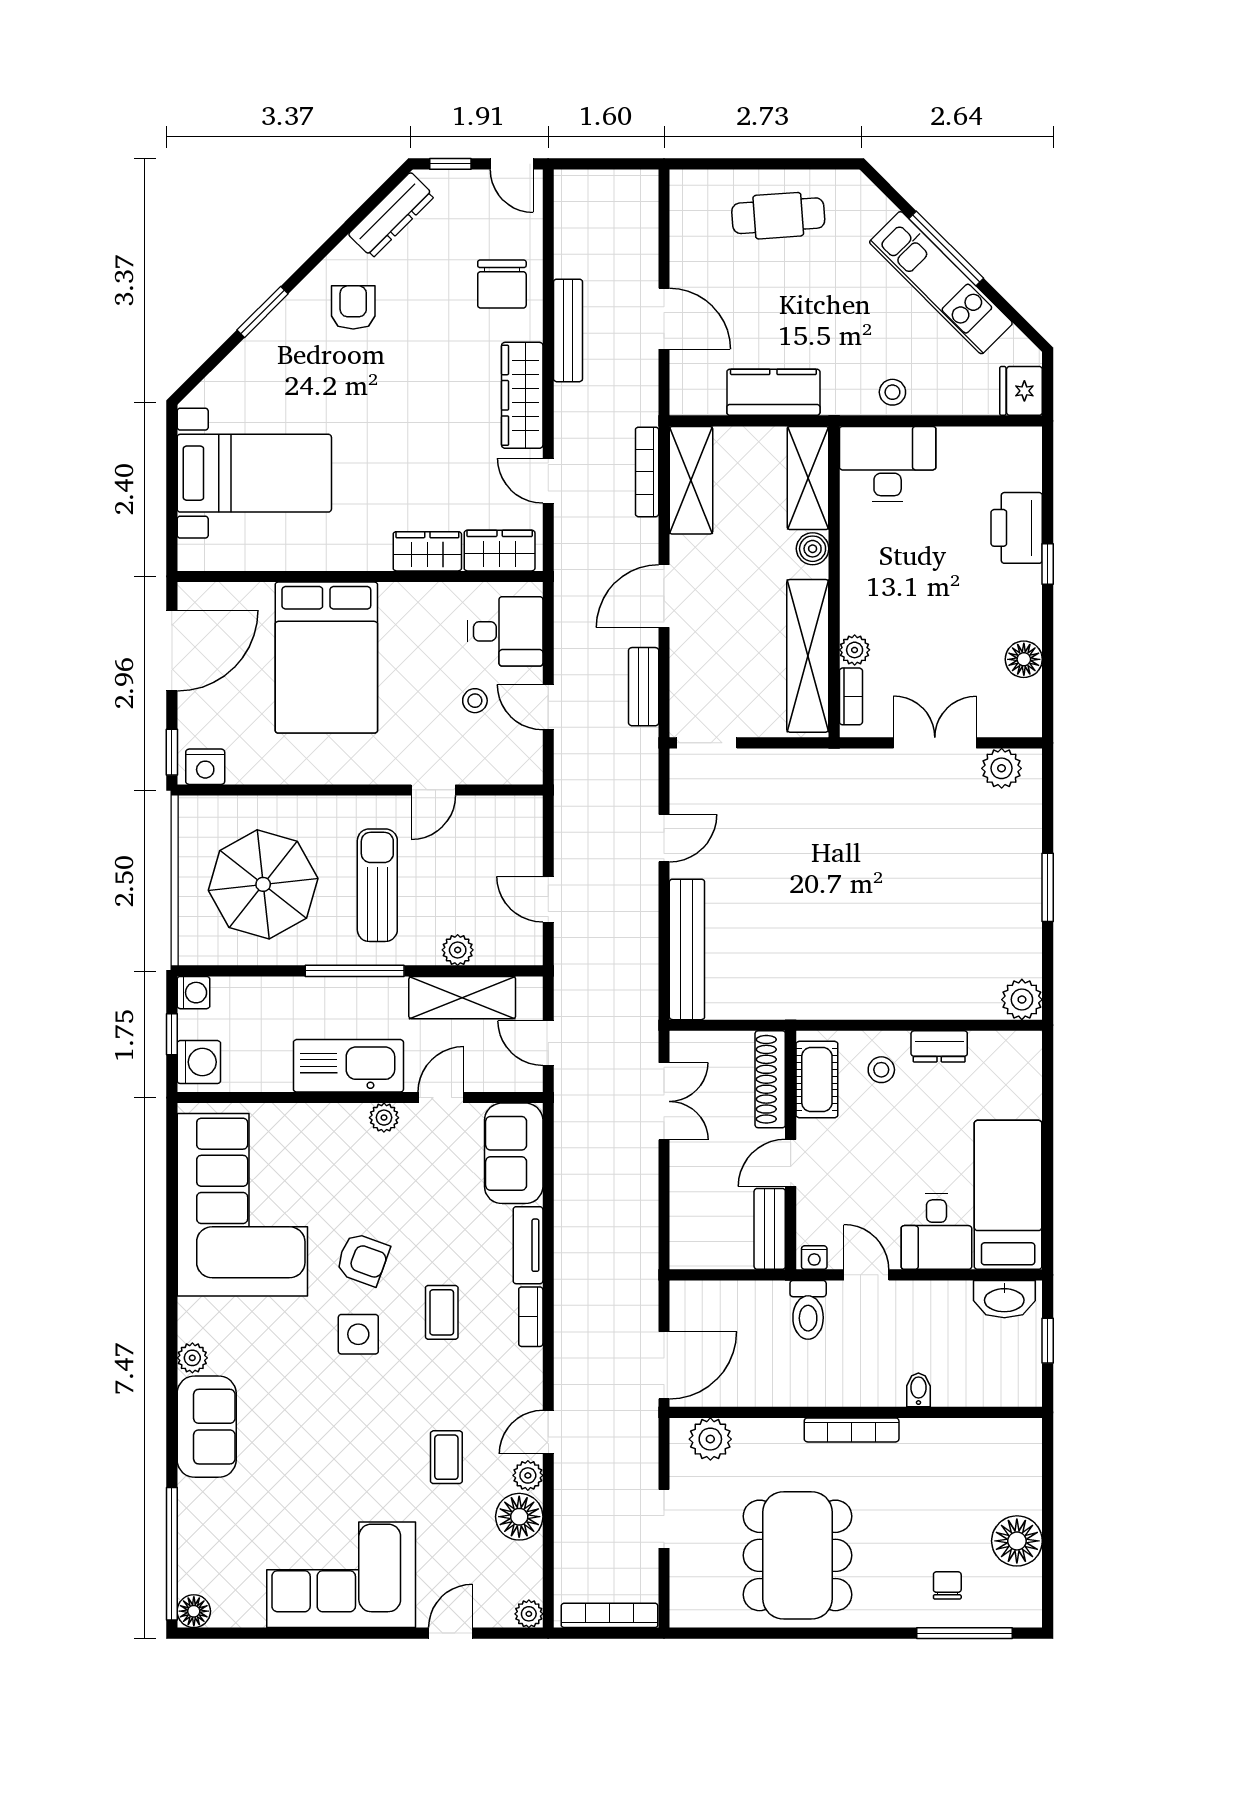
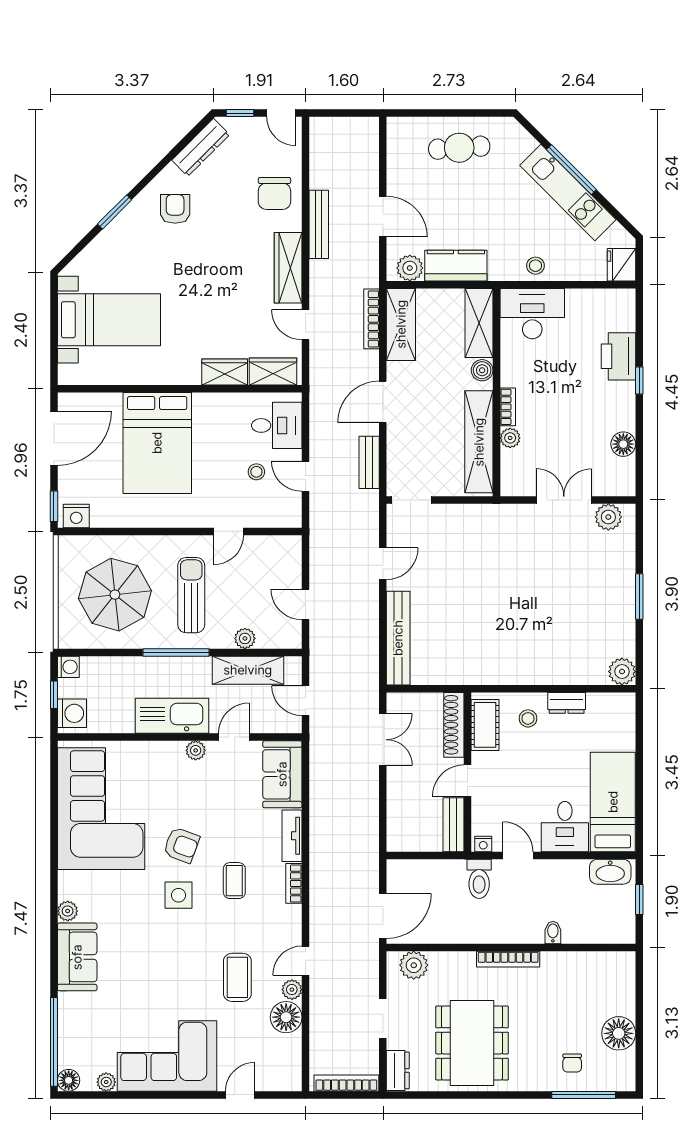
plant: (704, 396) -> (410, 268), added
bookcase: (851, 696) -> (508, 407), moved
coffee table: (446, 1457) -> (237, 977), width x1.36, depth x1.30
chair: (947, 1585) -> (572, 1063), turned 180
dresser: (686, 1596) -> (398, 1070), added
plant: (529, 1614) -> (106, 1082), moved

